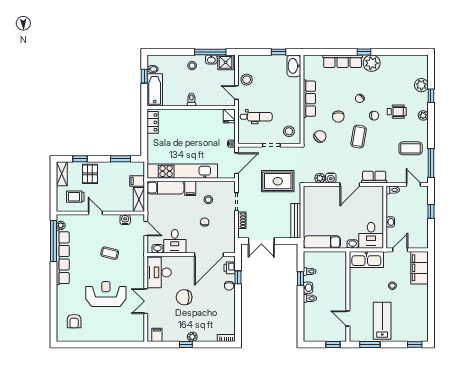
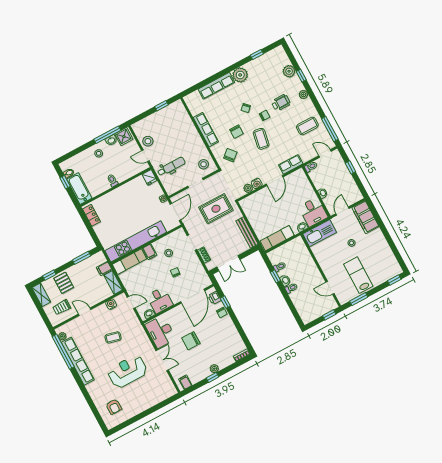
window: (364, 52) -> (257, 55), moved
washbasin: (294, 66) -> (180, 110), removed
double door: (146, 301) -> (162, 360), swing flipped

